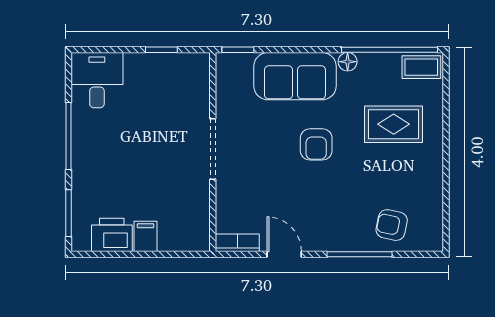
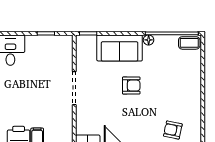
rug: (394, 124) -> (174, 74), removed
armchair: (316, 144) -> (131, 86), turned -90

